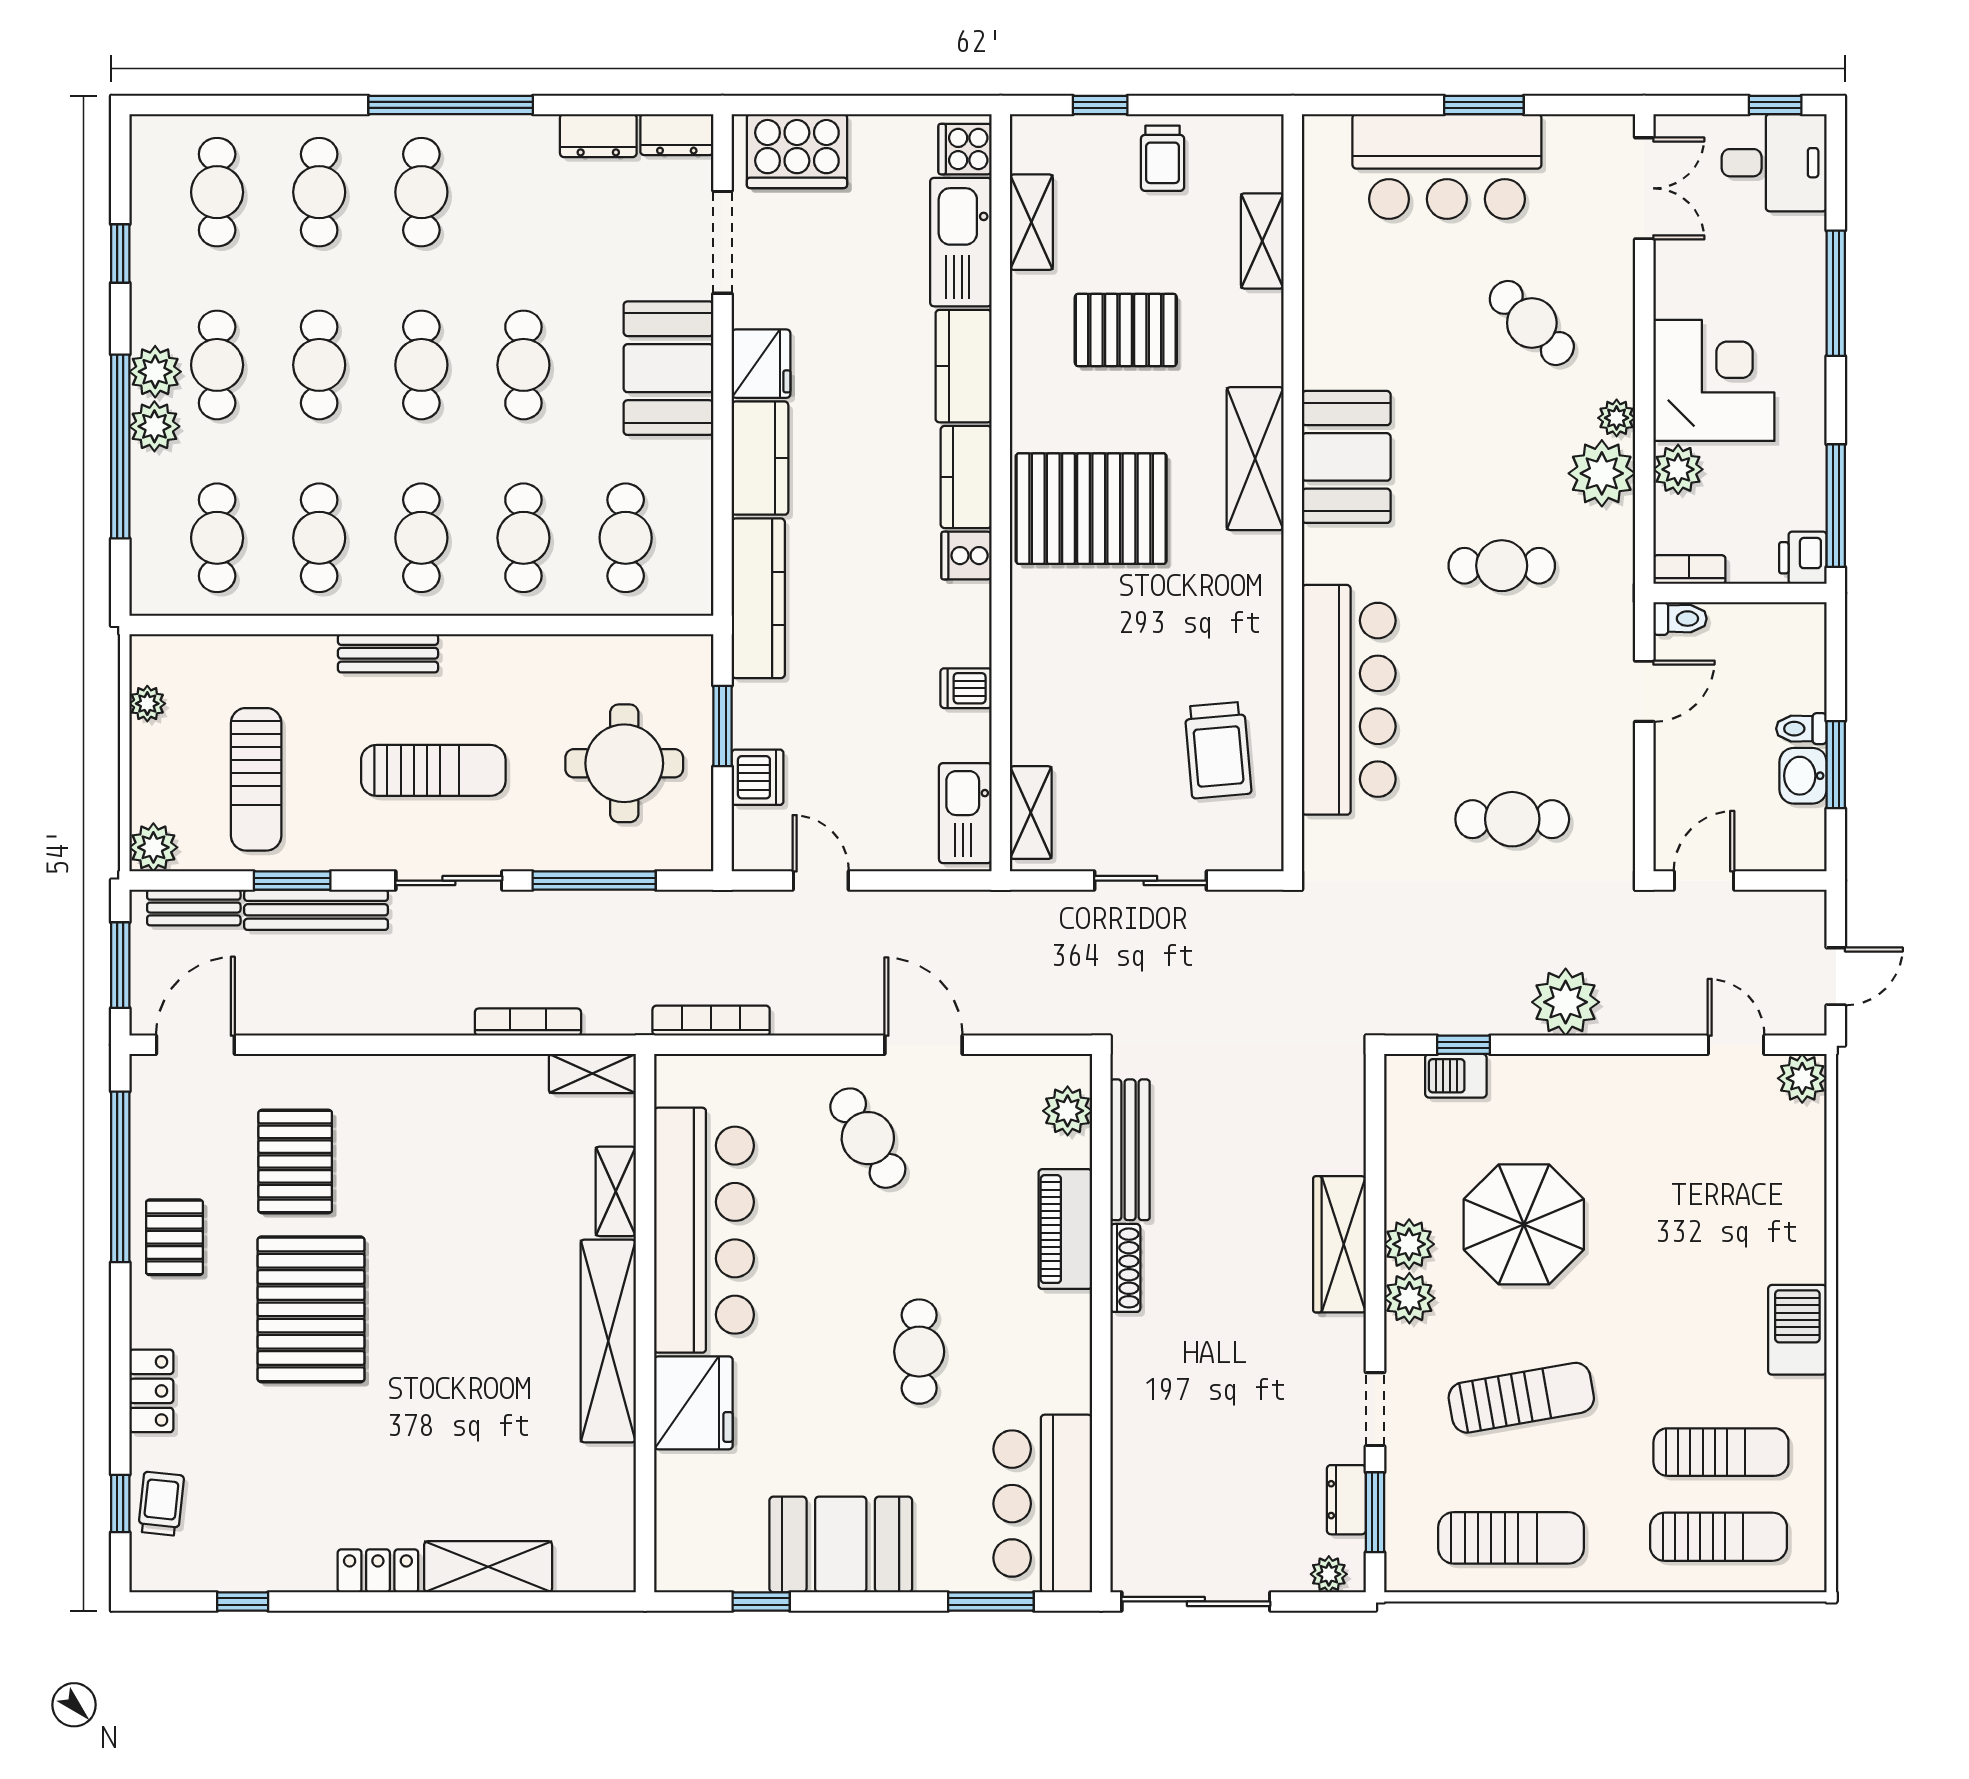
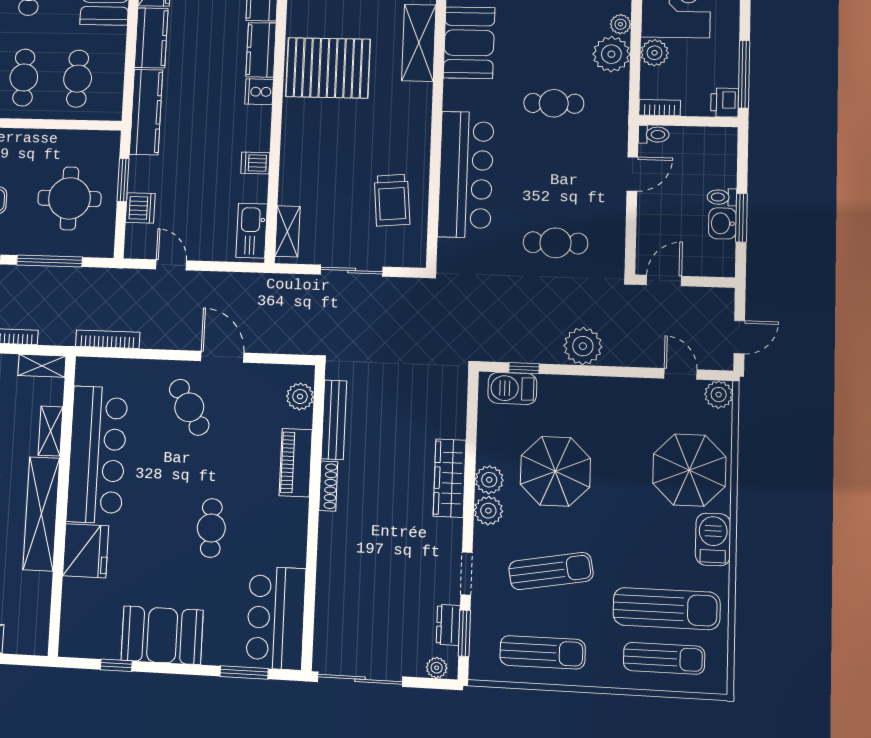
barbecue: (1456, 1076) -> (512, 388), width x1.38, depth x1.27
parasol: (1755, 1212) -> (689, 470), added
sun lounger: (1721, 1452) -> (667, 609), width x1.36, depth x1.34

